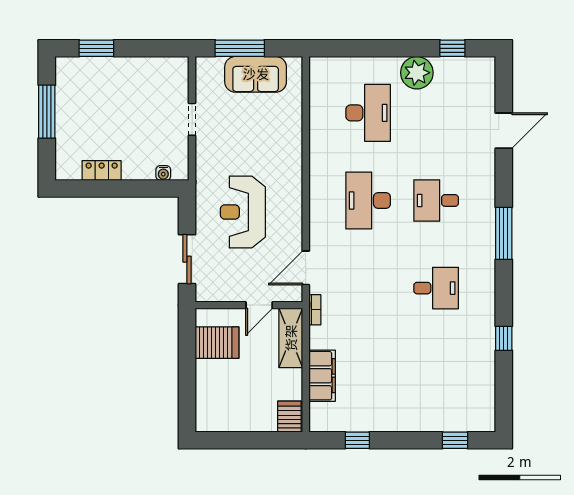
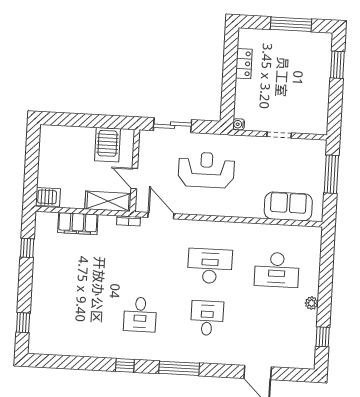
plant: (417, 73) -> (312, 303), width x0.53, depth x0.53
sofa: (256, 74) -> (288, 206), moved, turned 90
water cooler: (163, 173) -> (239, 124), moved
window: (504, 338) -> (125, 365), moved

